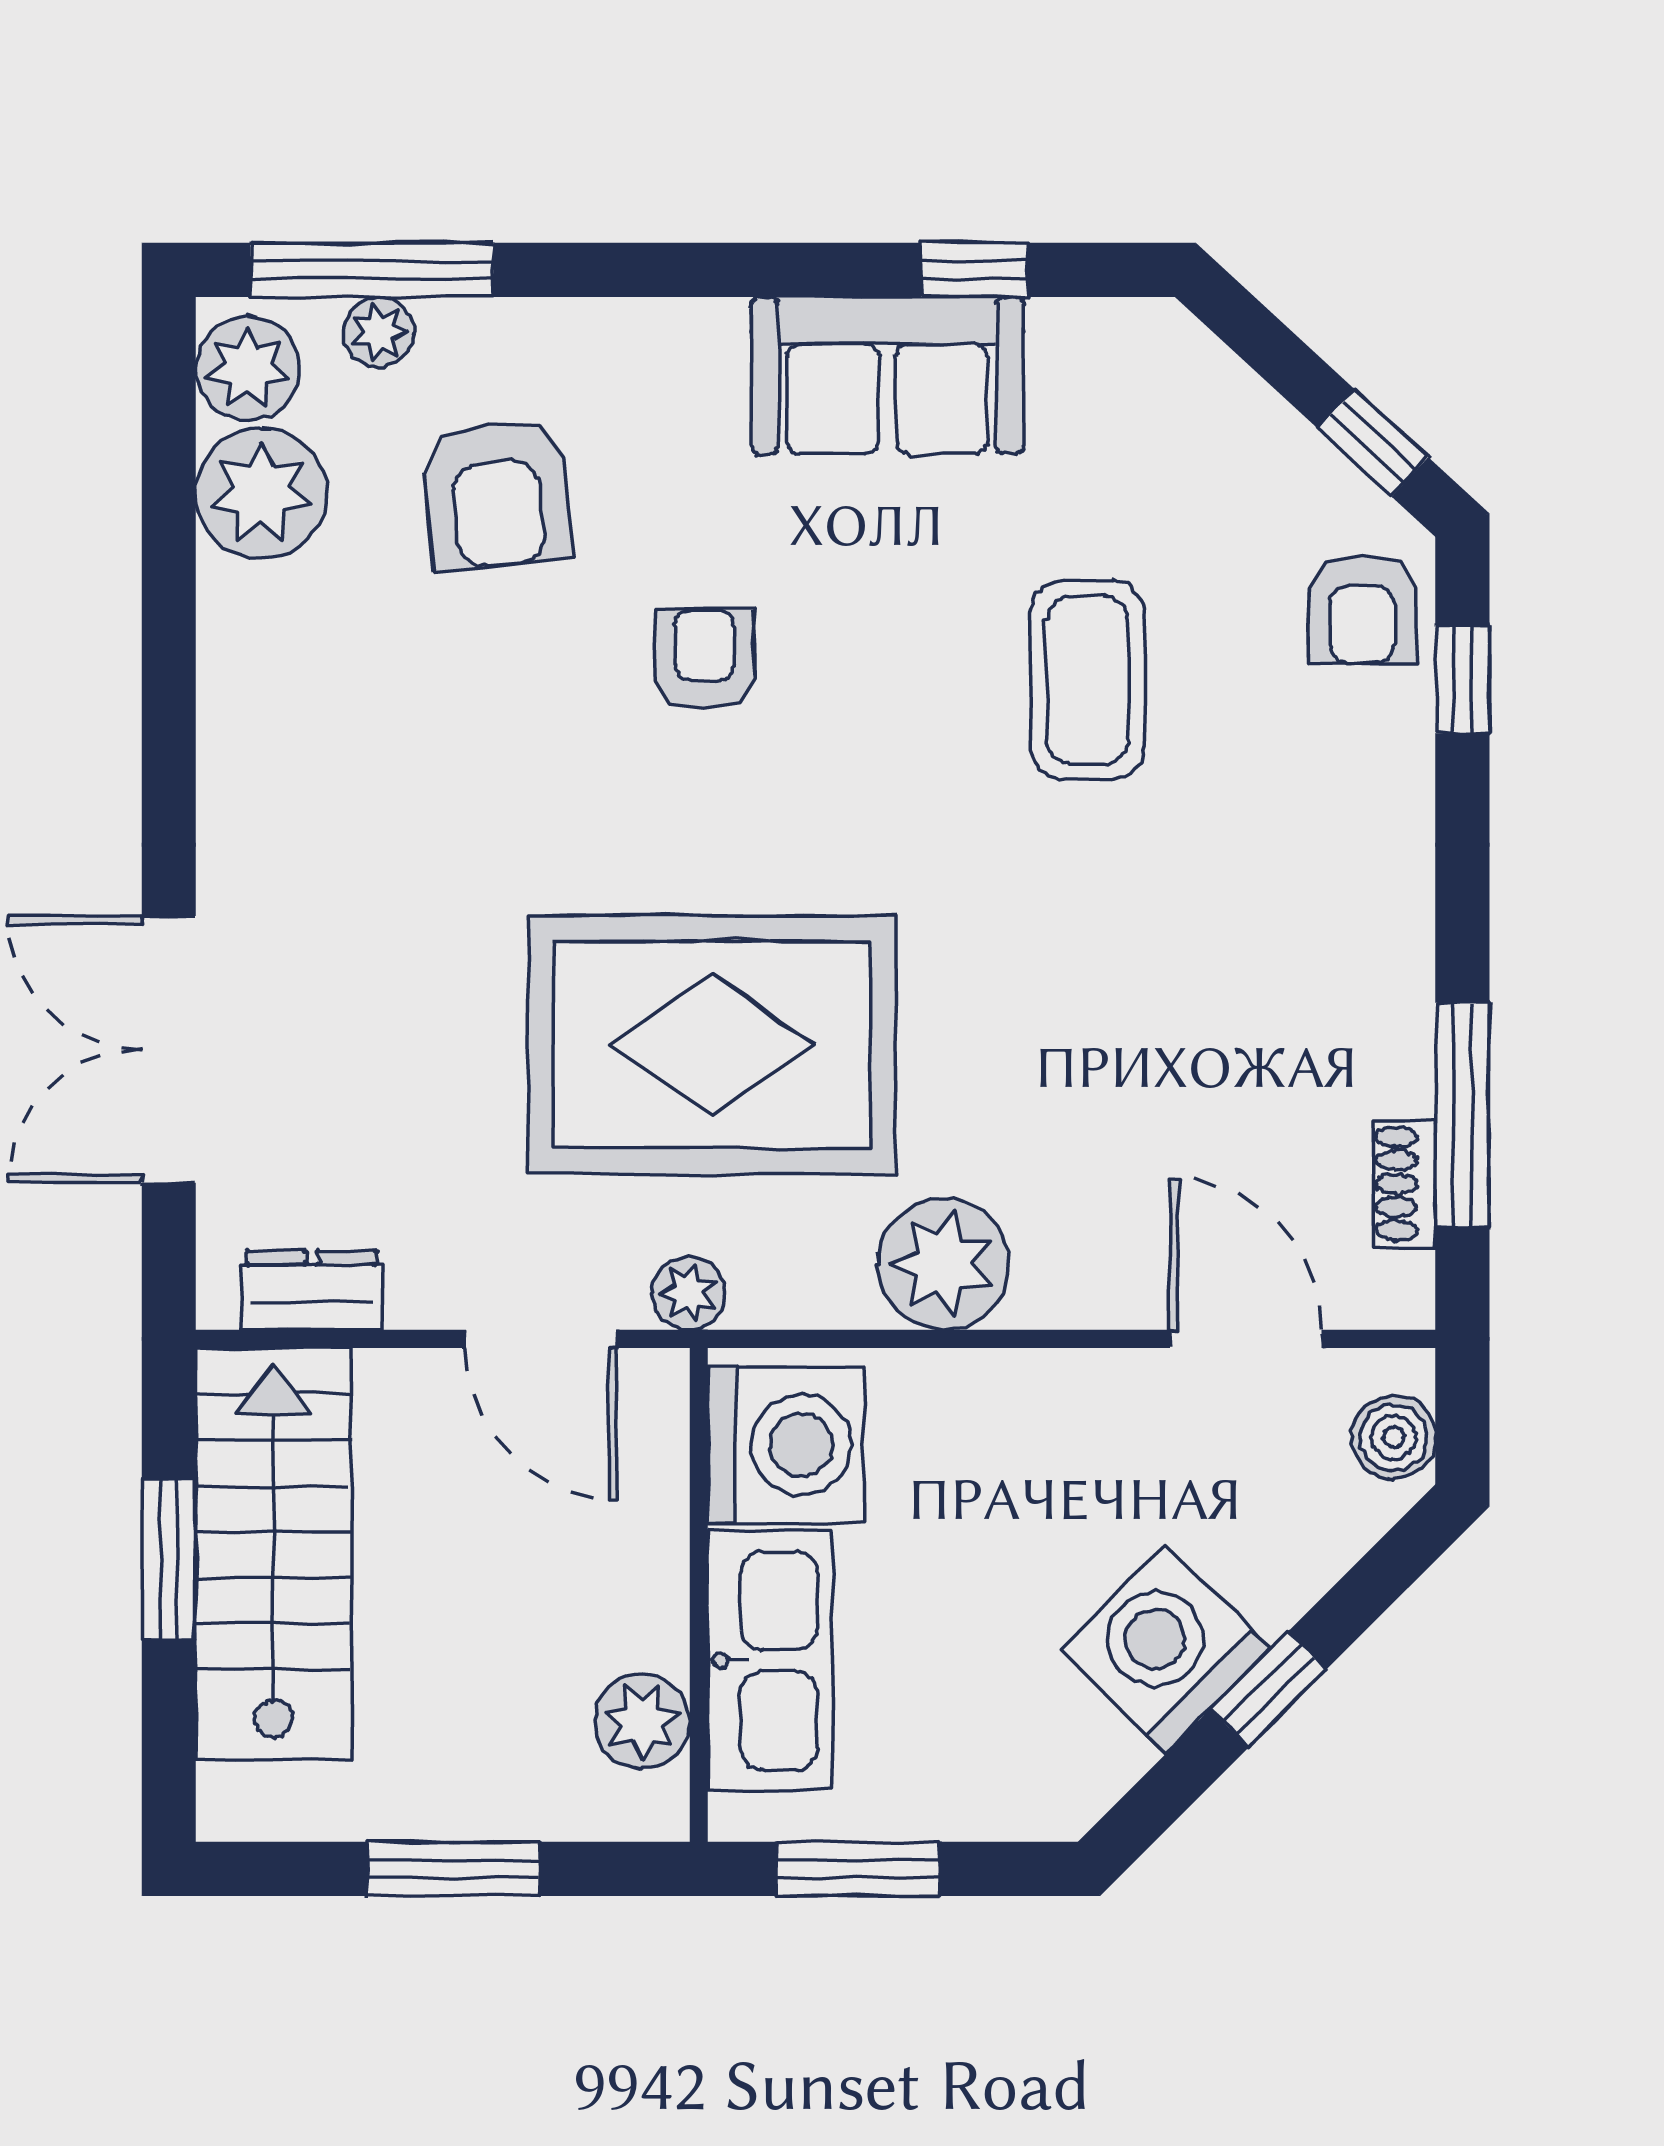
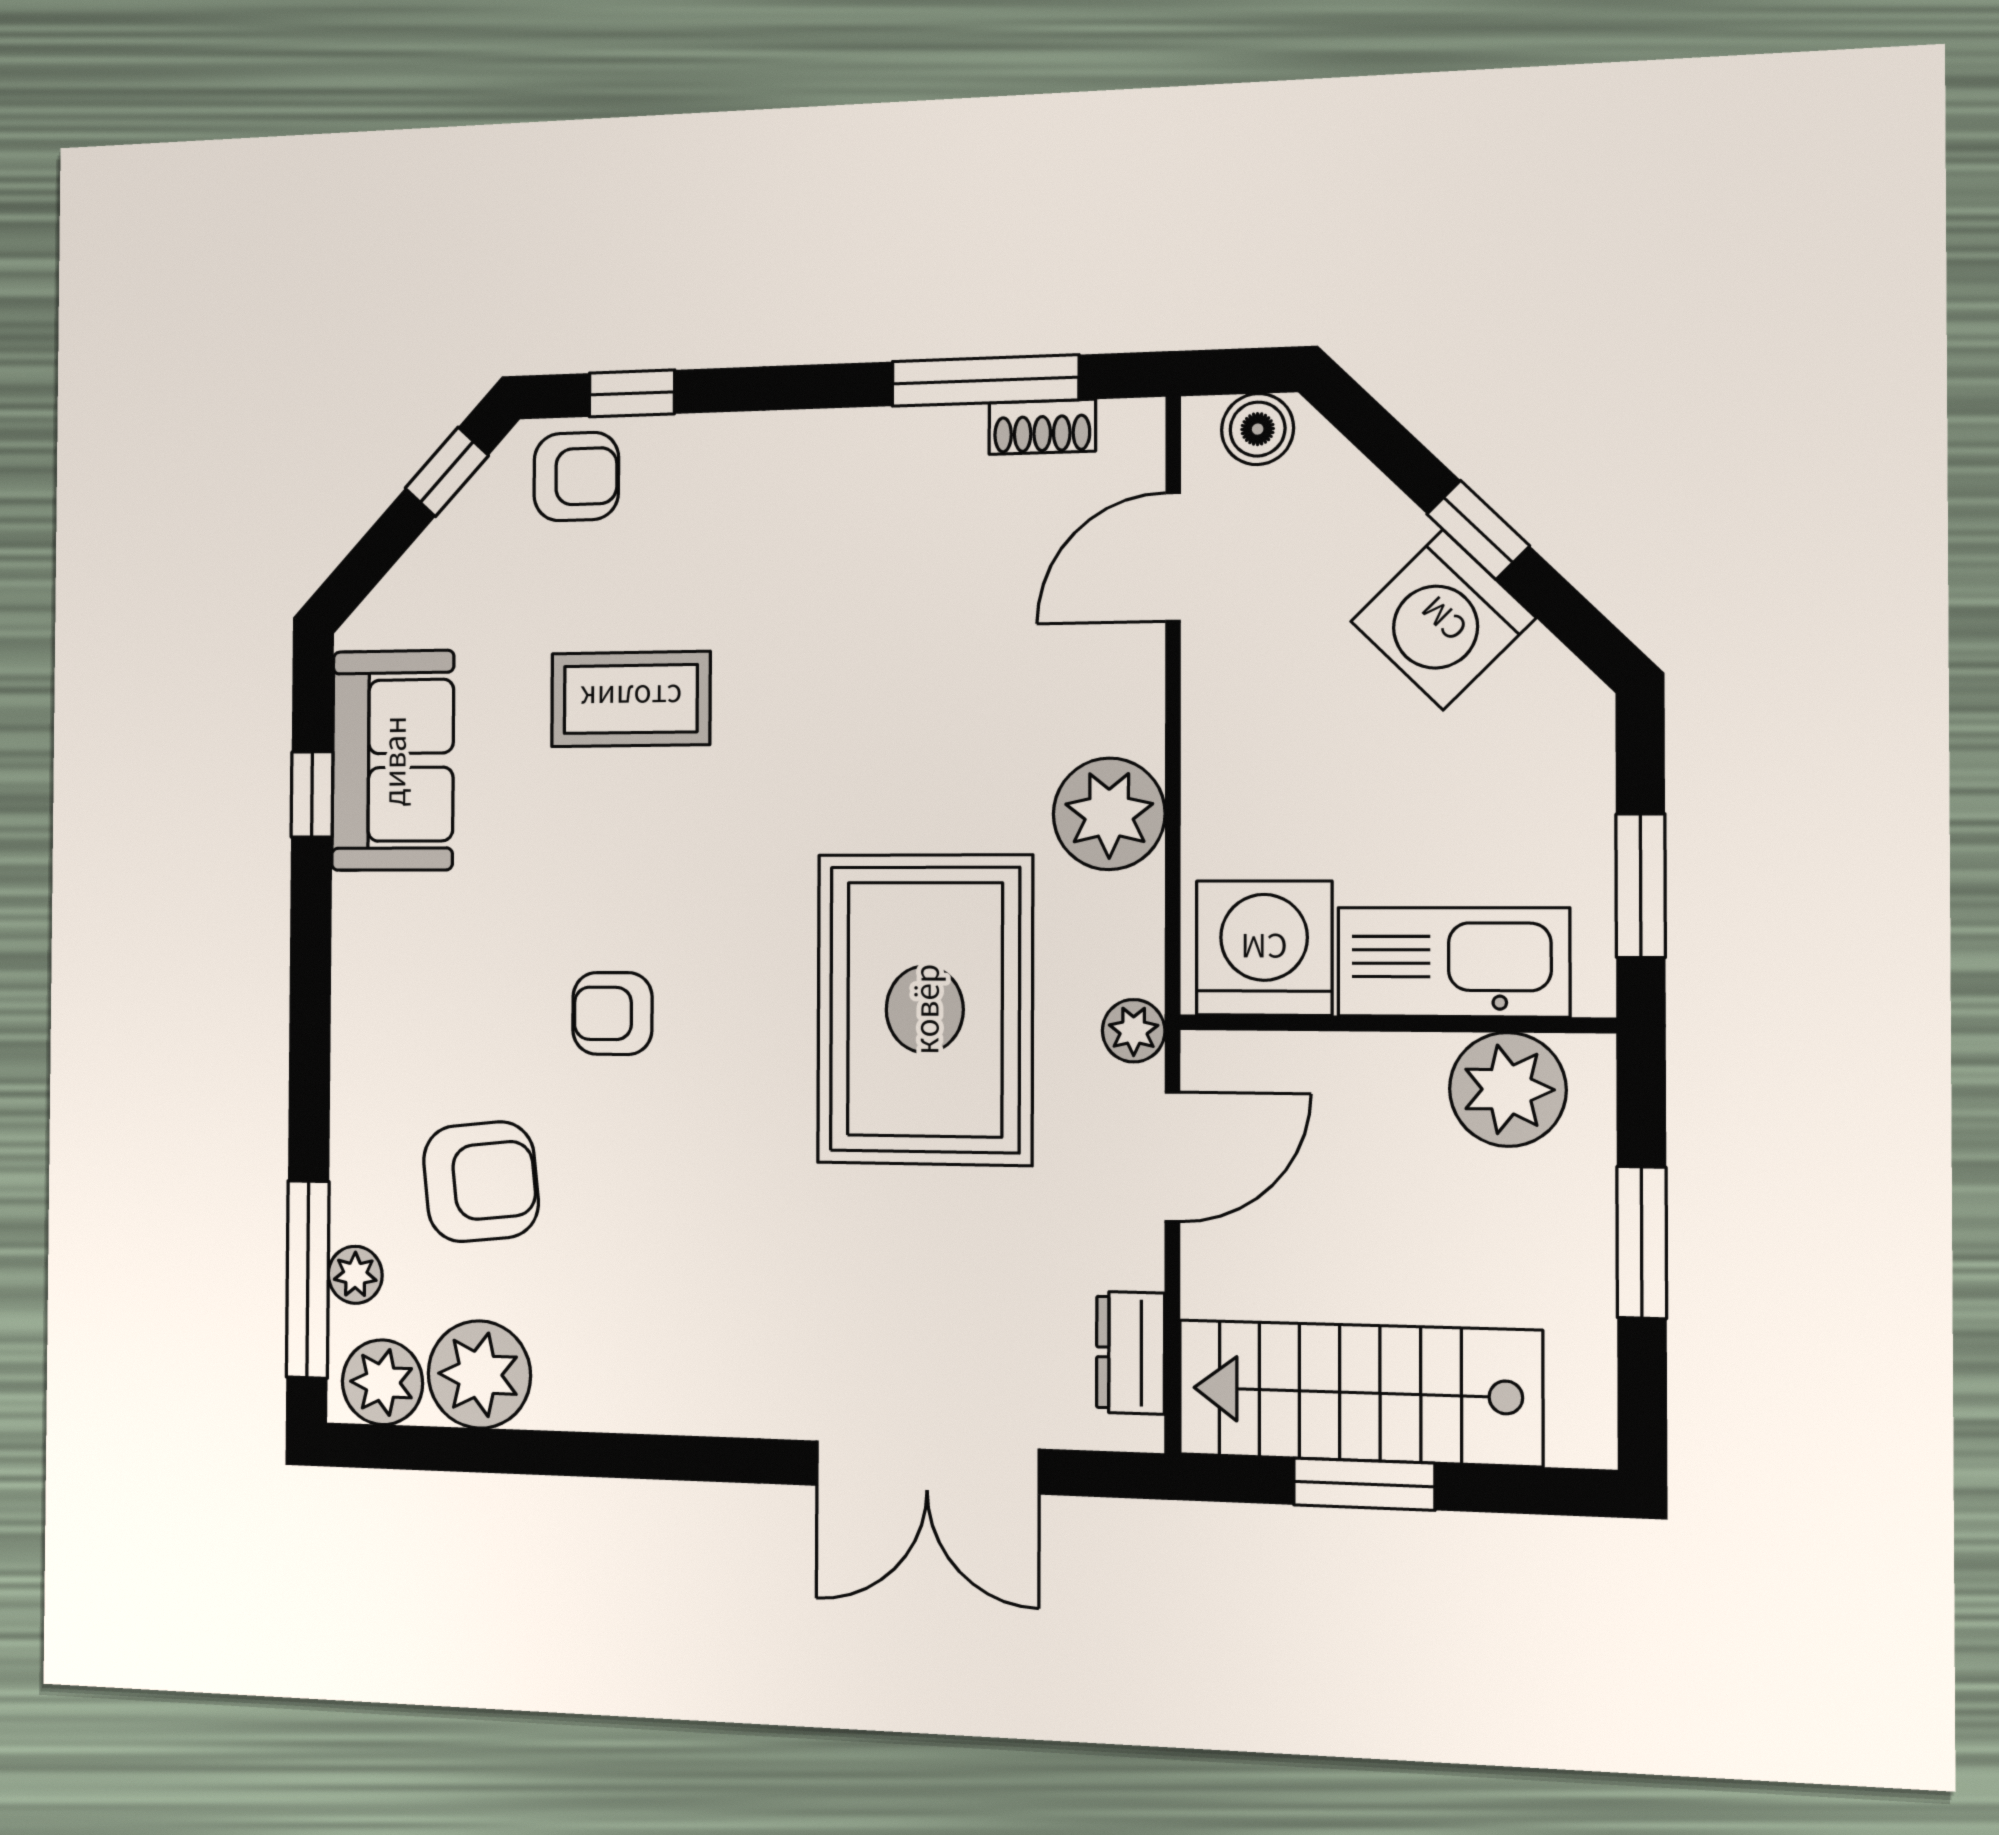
sofa: (887, 375) -> (393, 761), moved
plant: (642, 1721) -> (1508, 1089), width x1.36, depth x1.36

